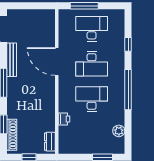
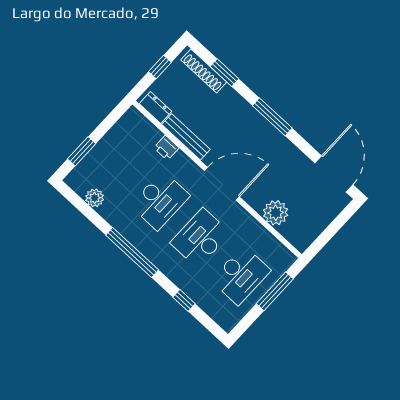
plant: (47, 40) -> (276, 213), added
bench: (12, 60) -> (186, 137), moved
door: (57, 62) -> (222, 184), moved

